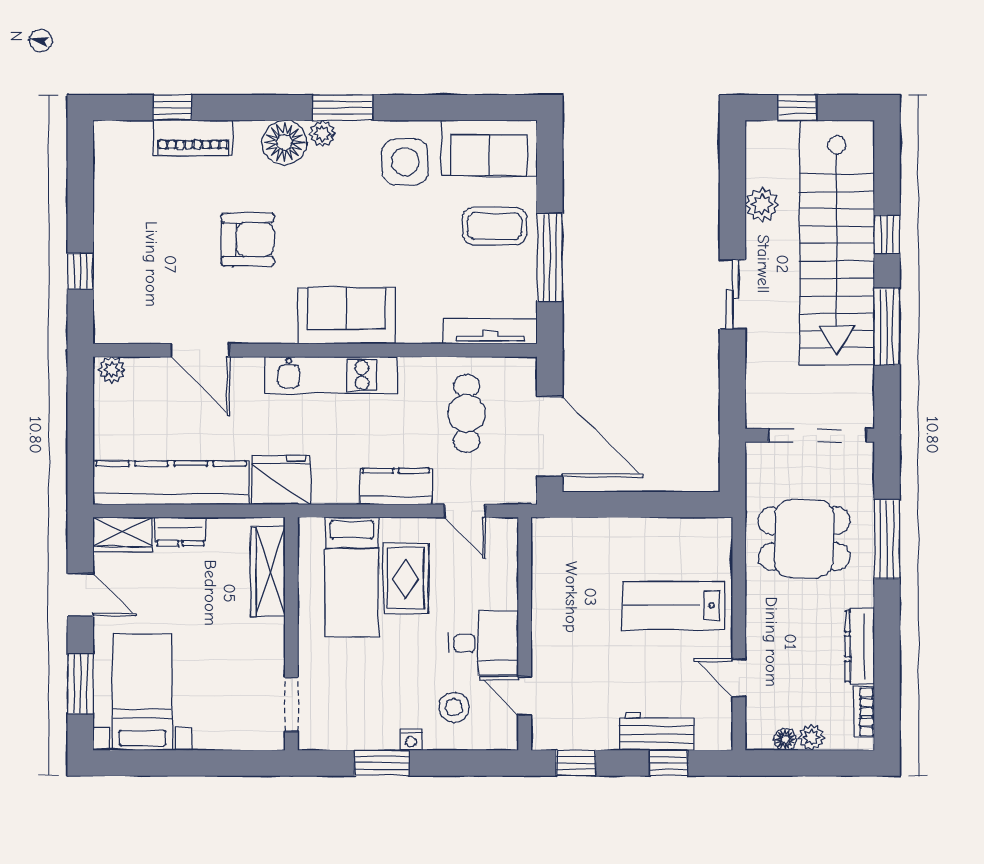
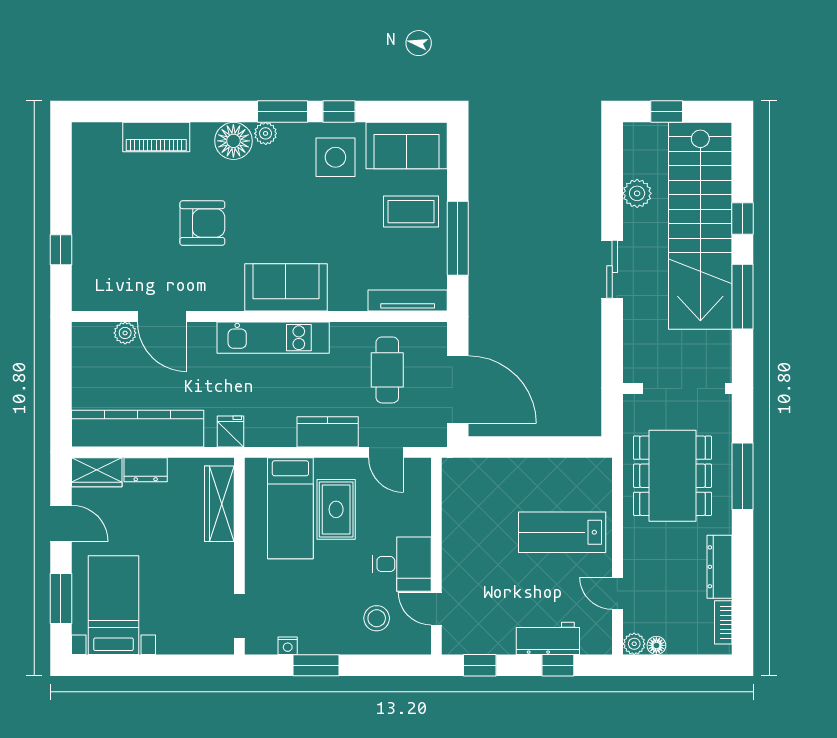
window: (172, 108) -> (339, 112), moved
plant: (112, 370) -> (125, 333), moved
fridge: (281, 480) -> (230, 431), width x0.53, depth x0.75
dining table: (804, 539) -> (673, 476), width x1.38
plant: (811, 737) -> (634, 644), moved
nightstand: (411, 740) -> (288, 646), moved

